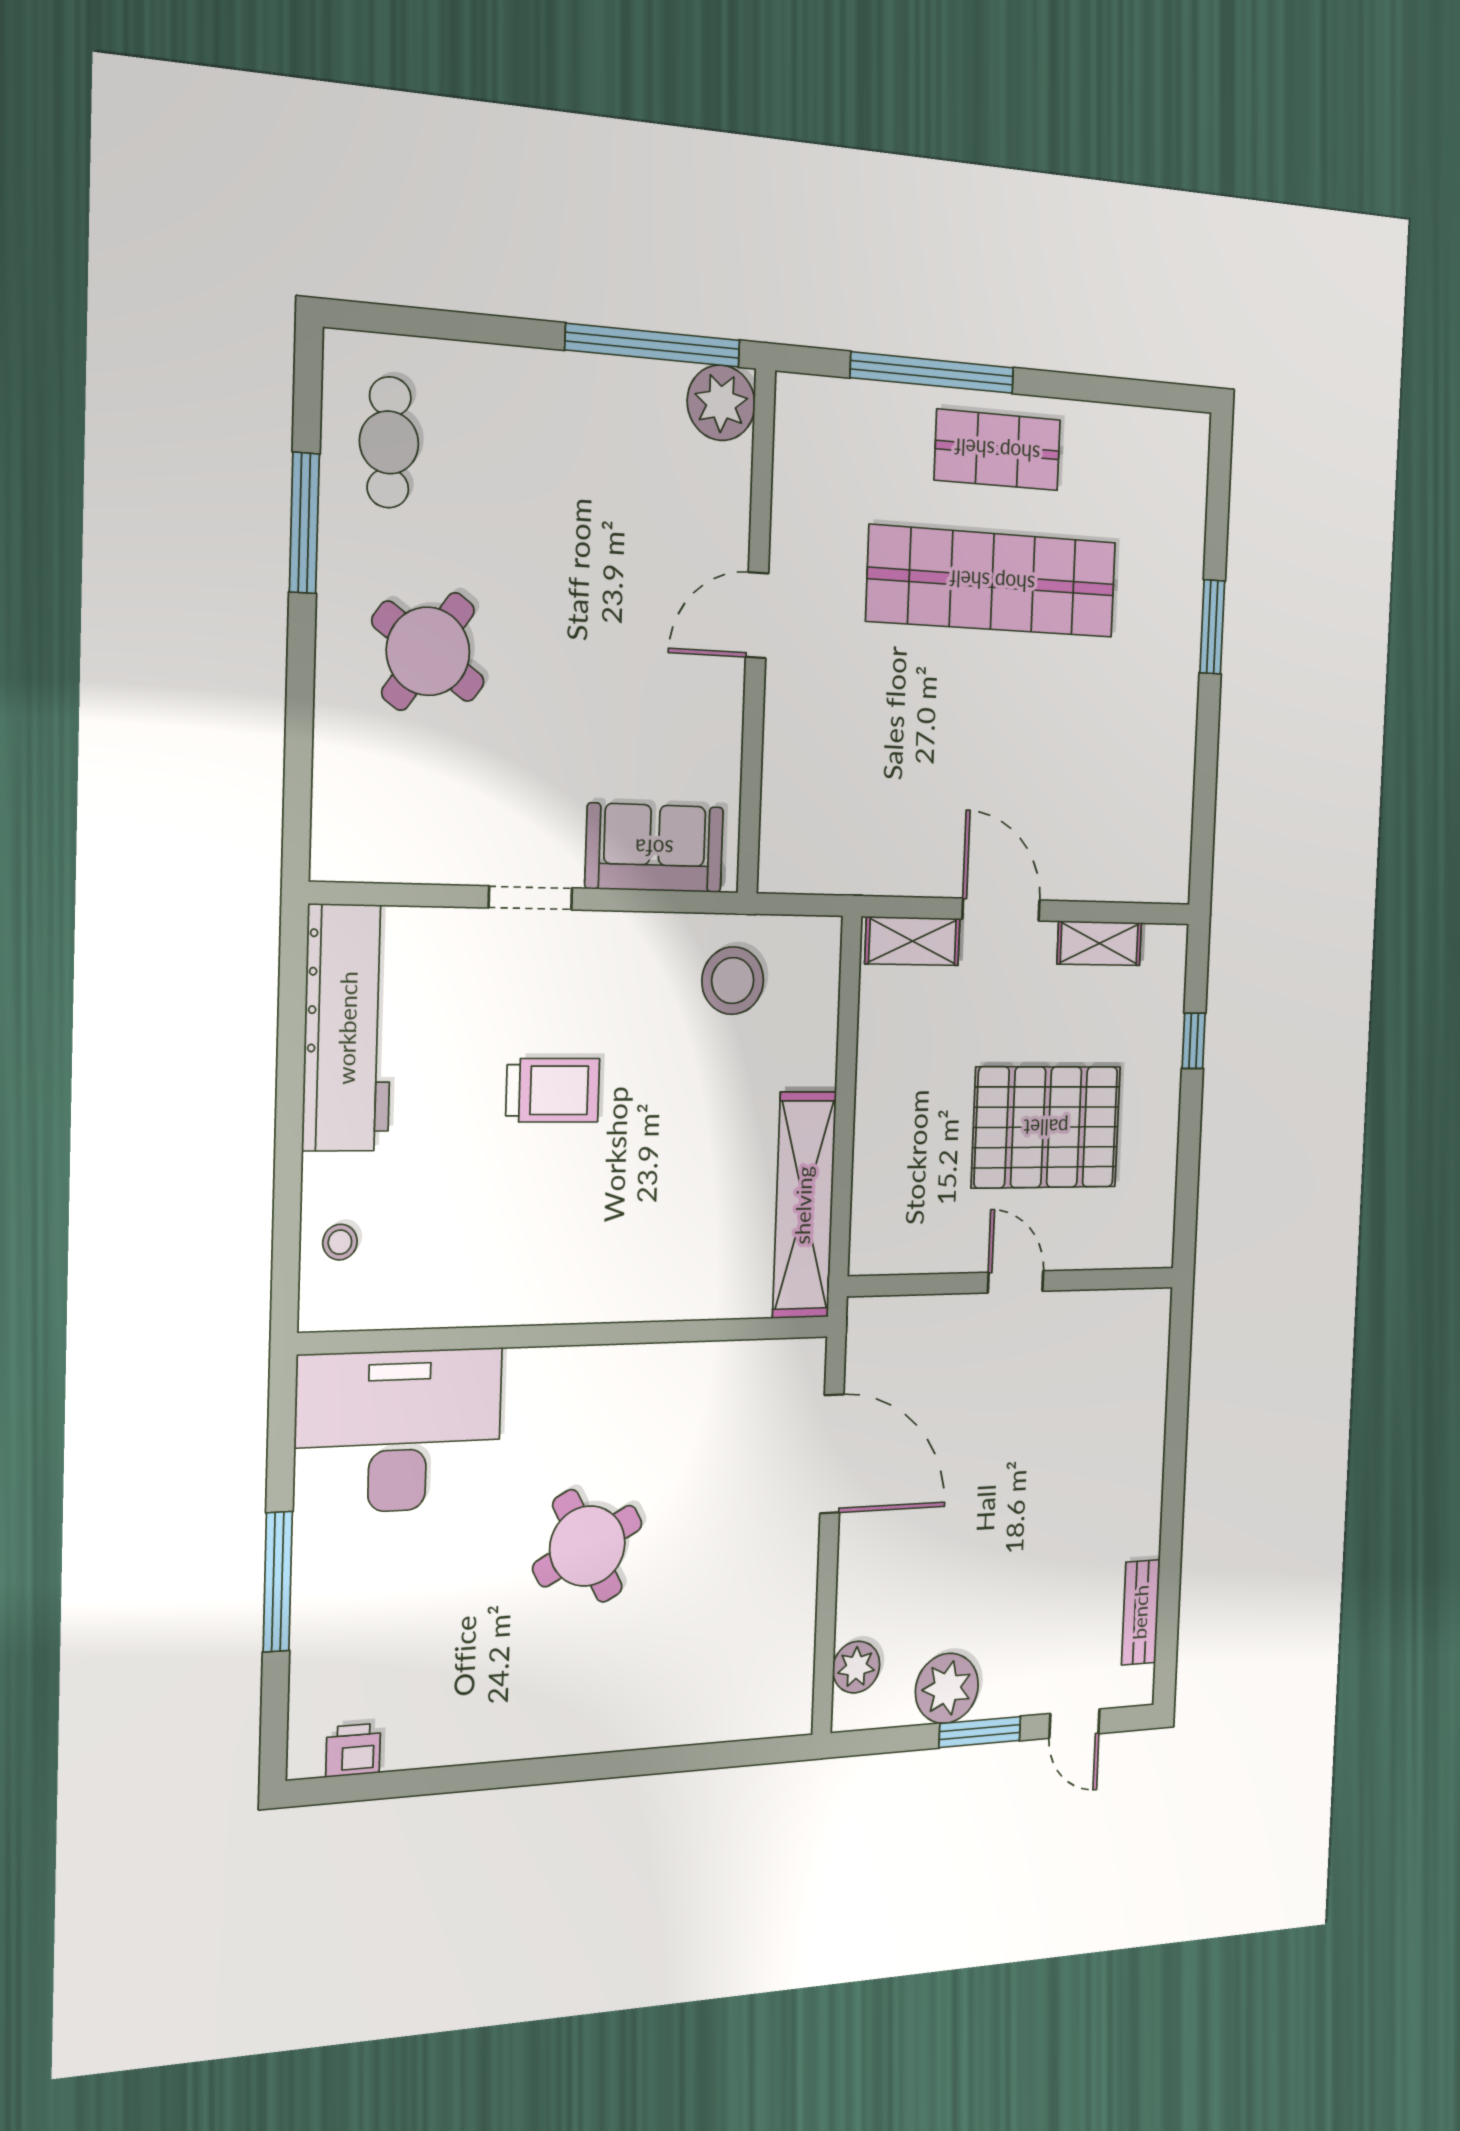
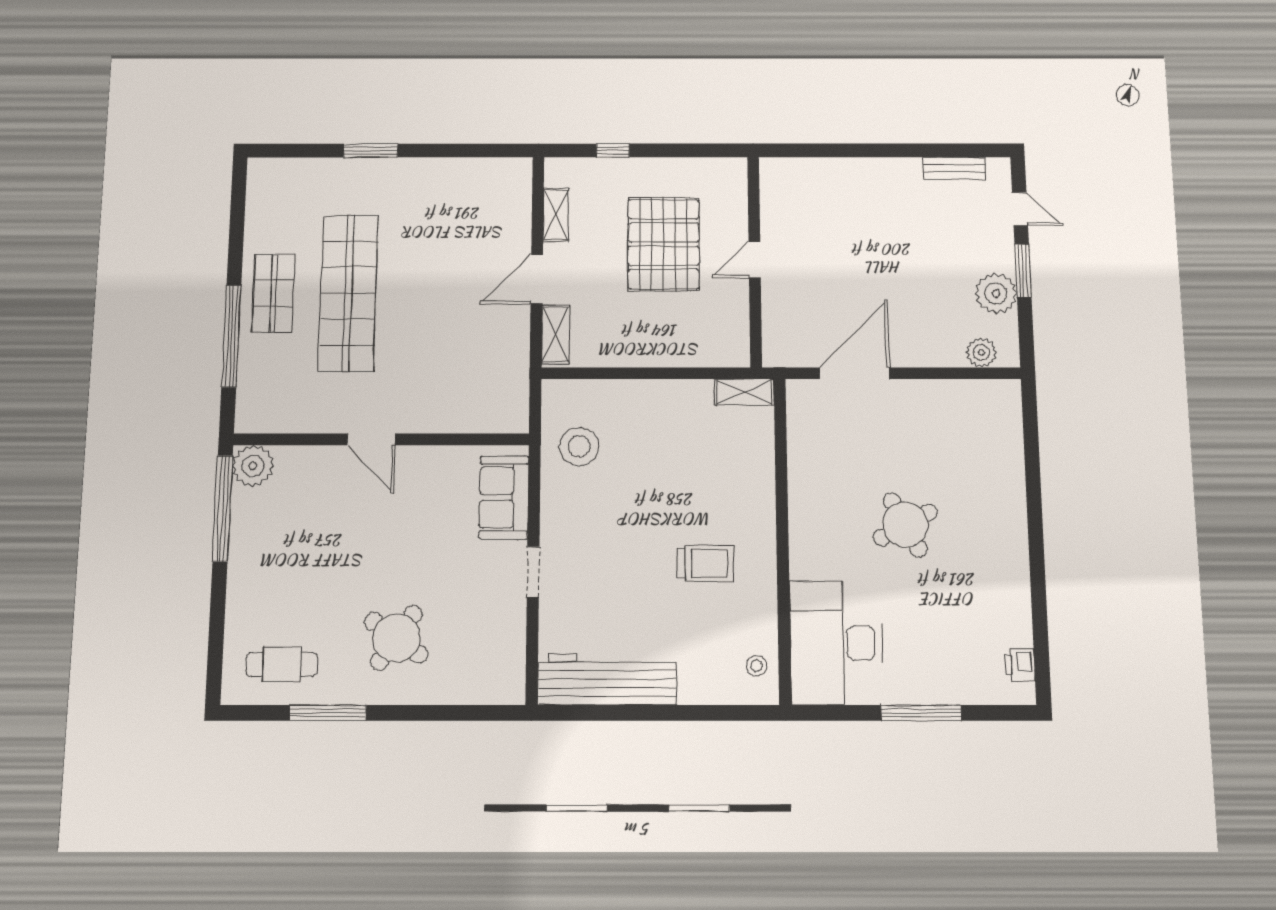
trolley: (553, 1090) -> (705, 564), moved, turned 90
shelving: (804, 1205) -> (744, 392), width x0.45, depth x0.75
stool: (340, 1242) -> (757, 666), moved
door: (1074, 1724) -> (1020, 209), hinge flipped

